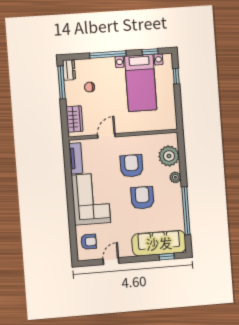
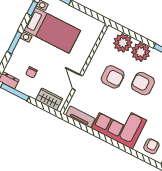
window: (108, 54) -> (15, 43), width x0.69
armchair: (132, 166) -> (113, 77), turned 180
plant: (175, 177) -> (141, 52), width x1.88, depth x1.88

